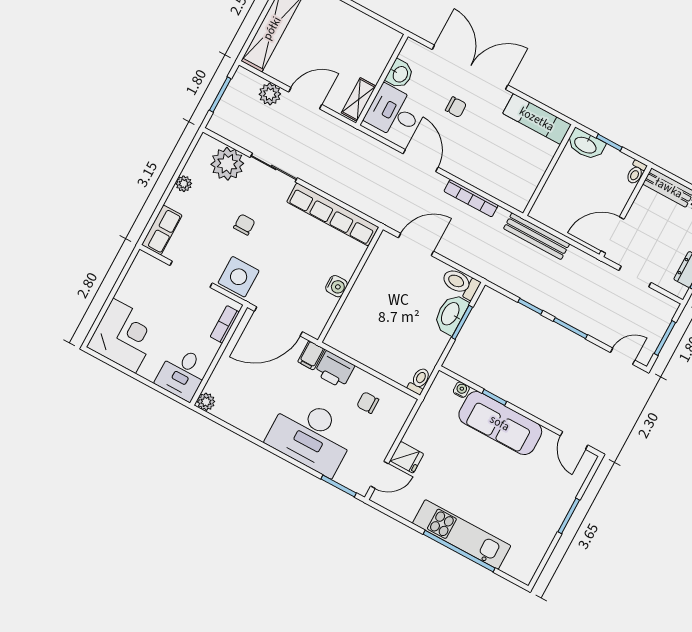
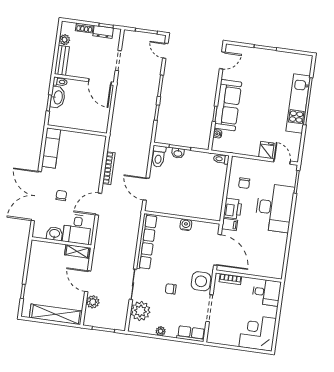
washbasin: (586, 145) -> (58, 97), moved
bench: (537, 236) -> (116, 124), removed
washbasin: (451, 314) -> (178, 153), width x0.52, depth x0.69
plant: (206, 402) -> (277, 273), removed

